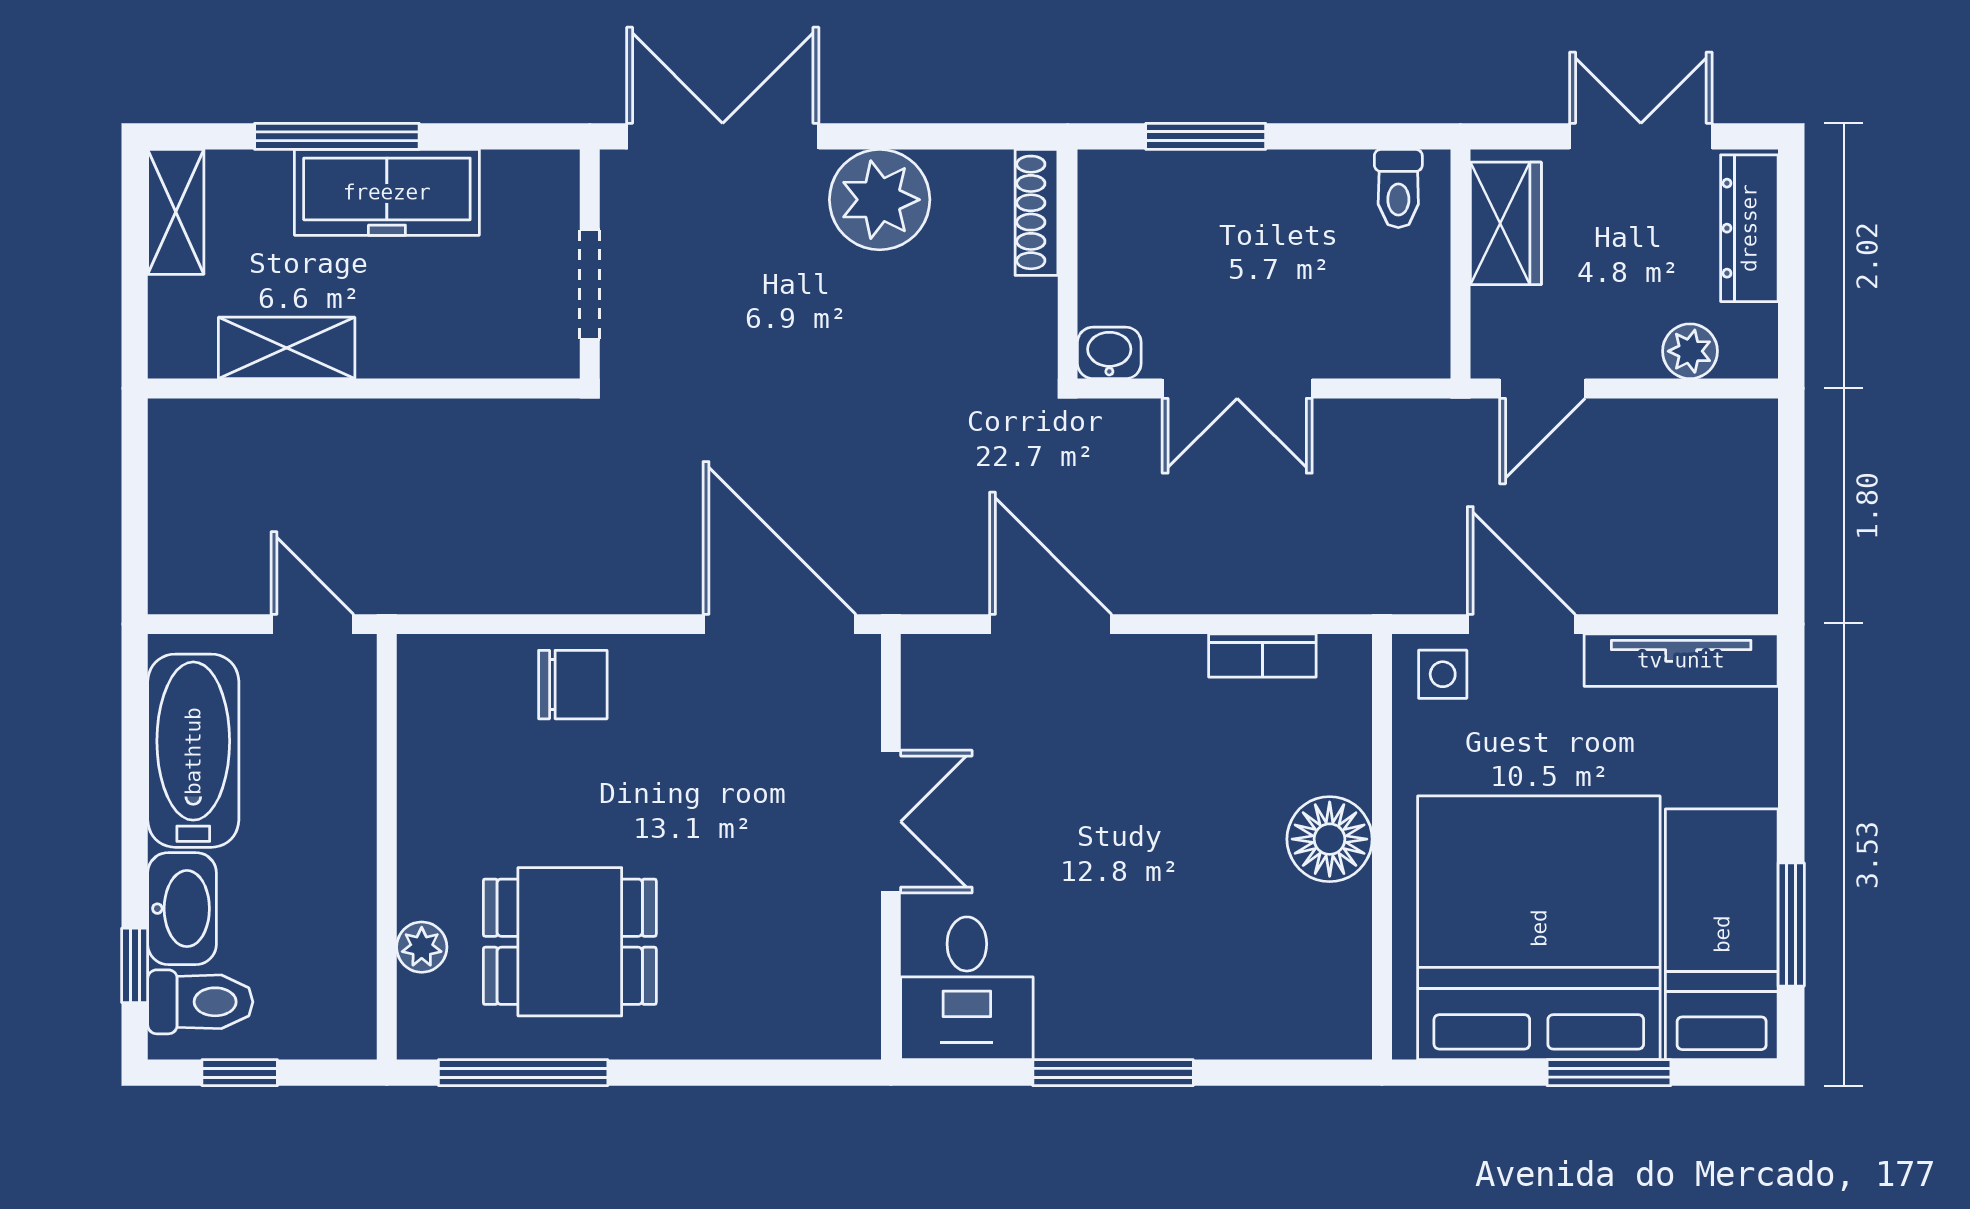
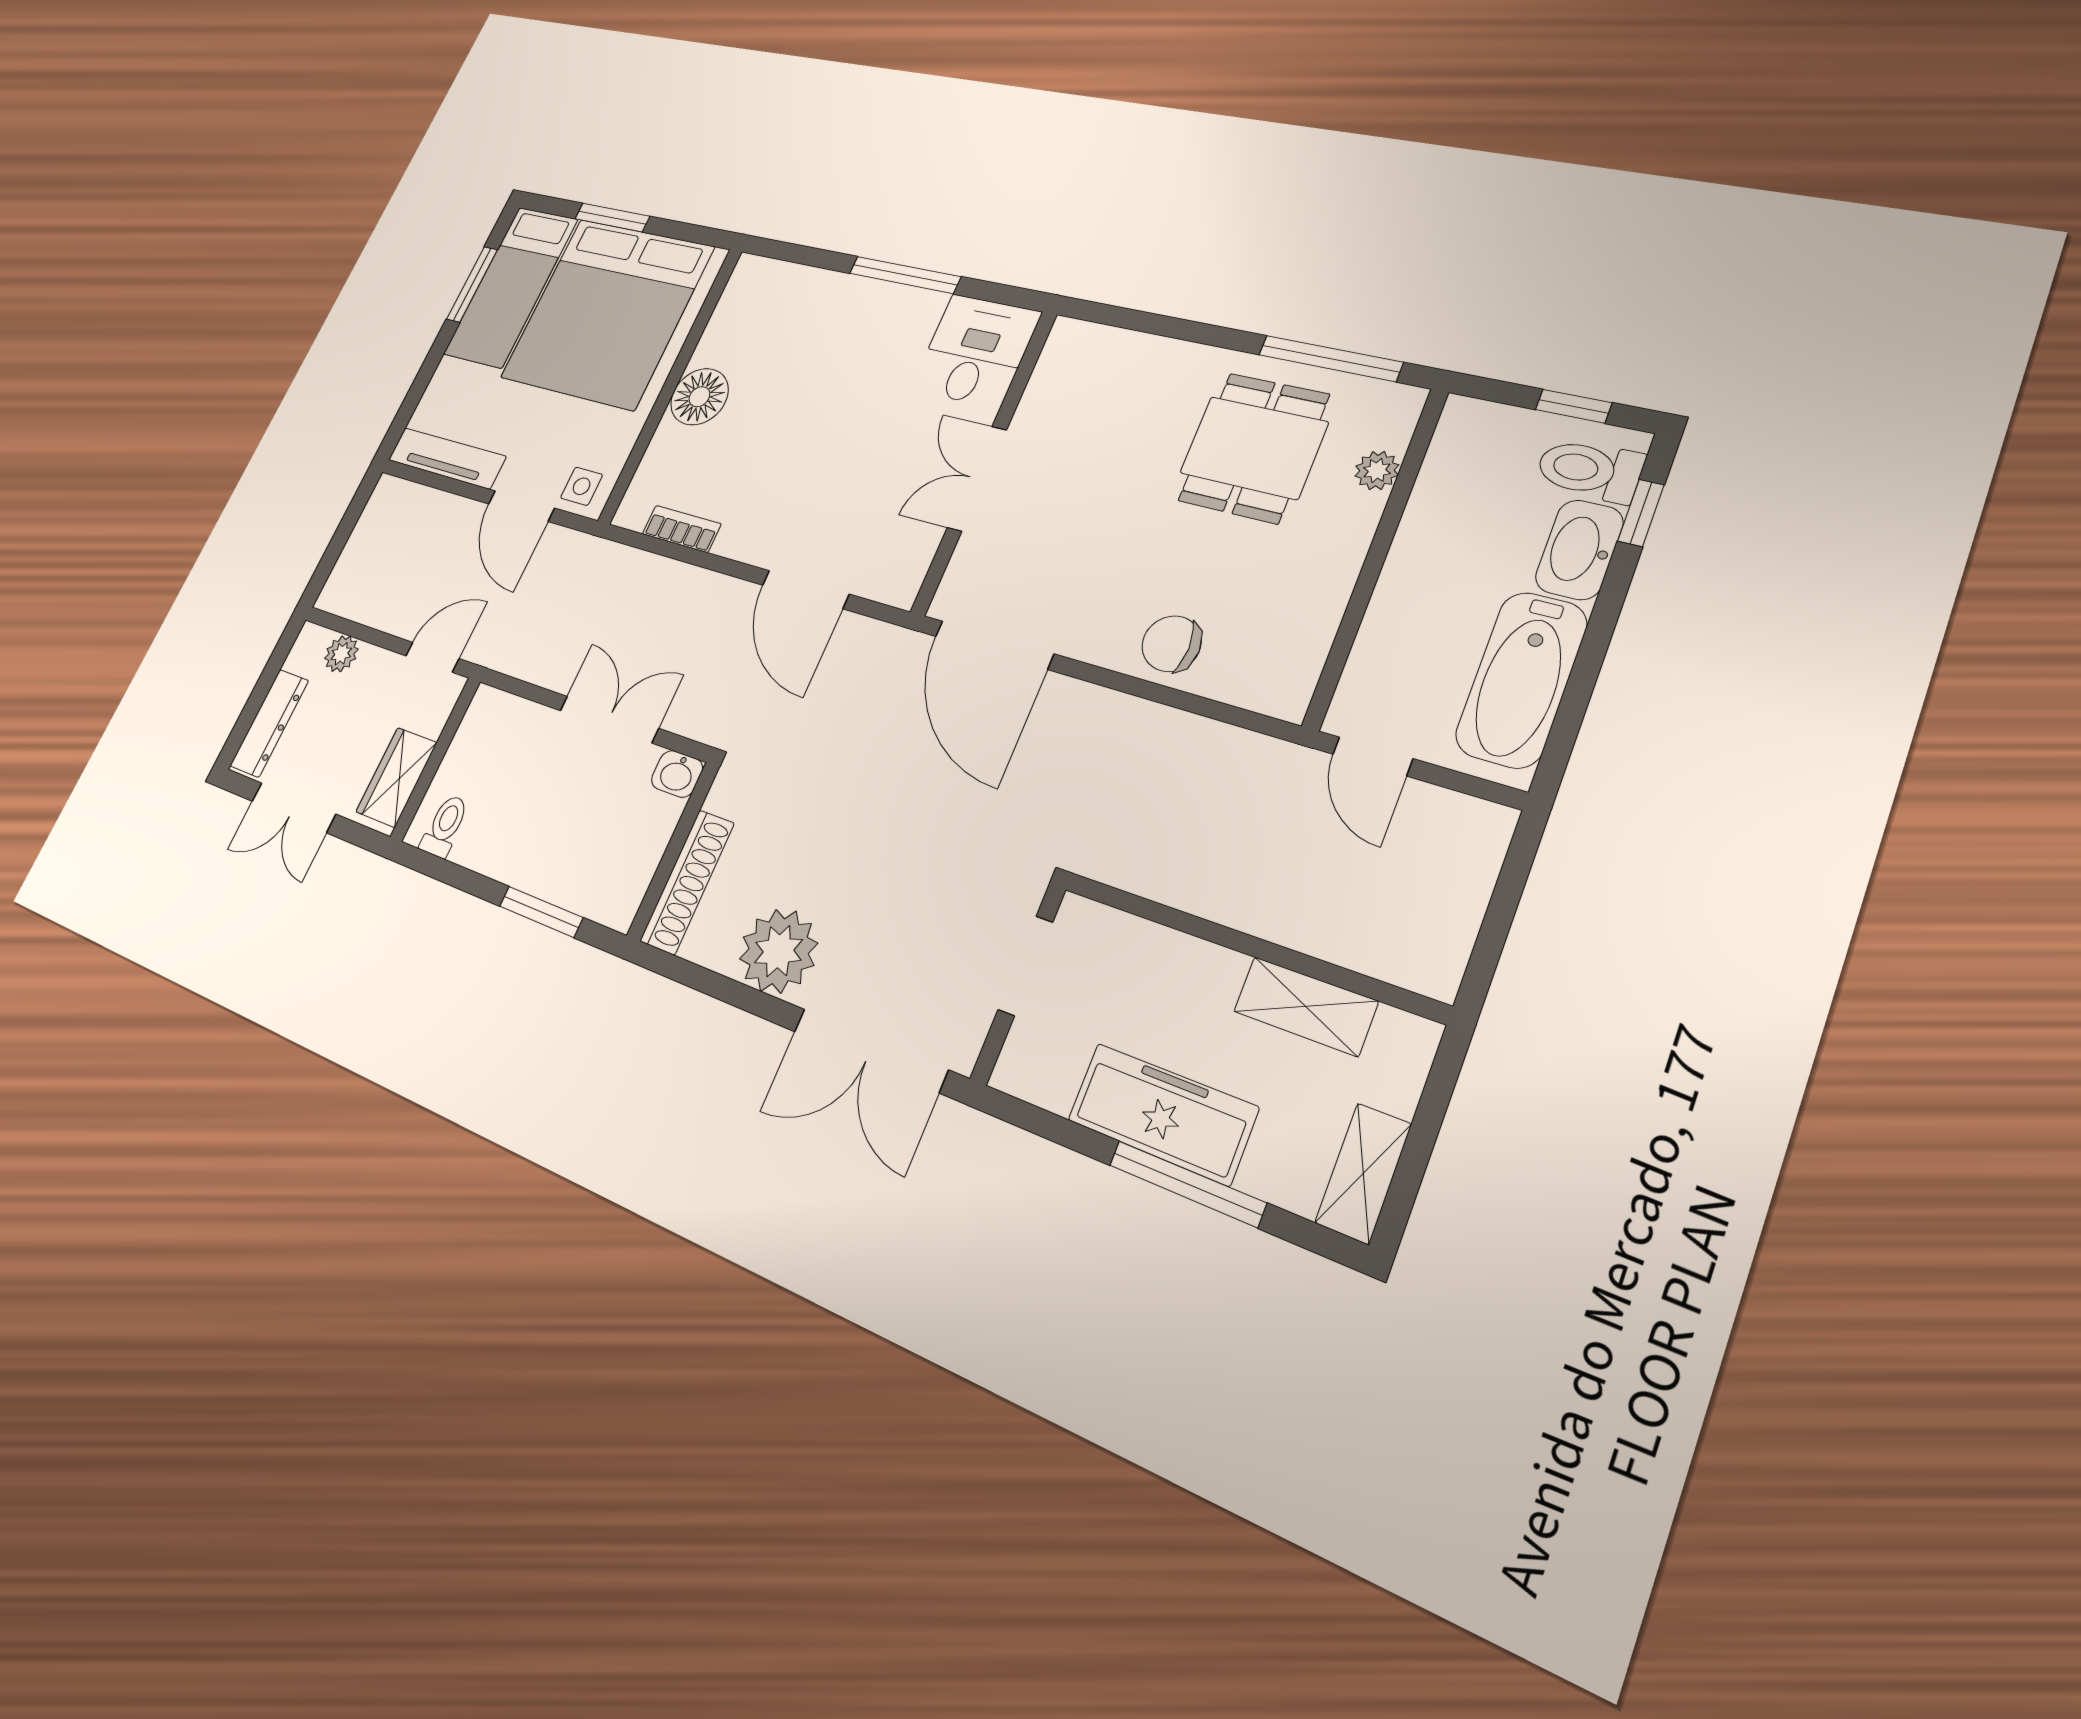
shoe rack: (1036, 212) -> (687, 882), width x1.36, depth x1.24
dining table: (570, 942) -> (1254, 448), turned 90

